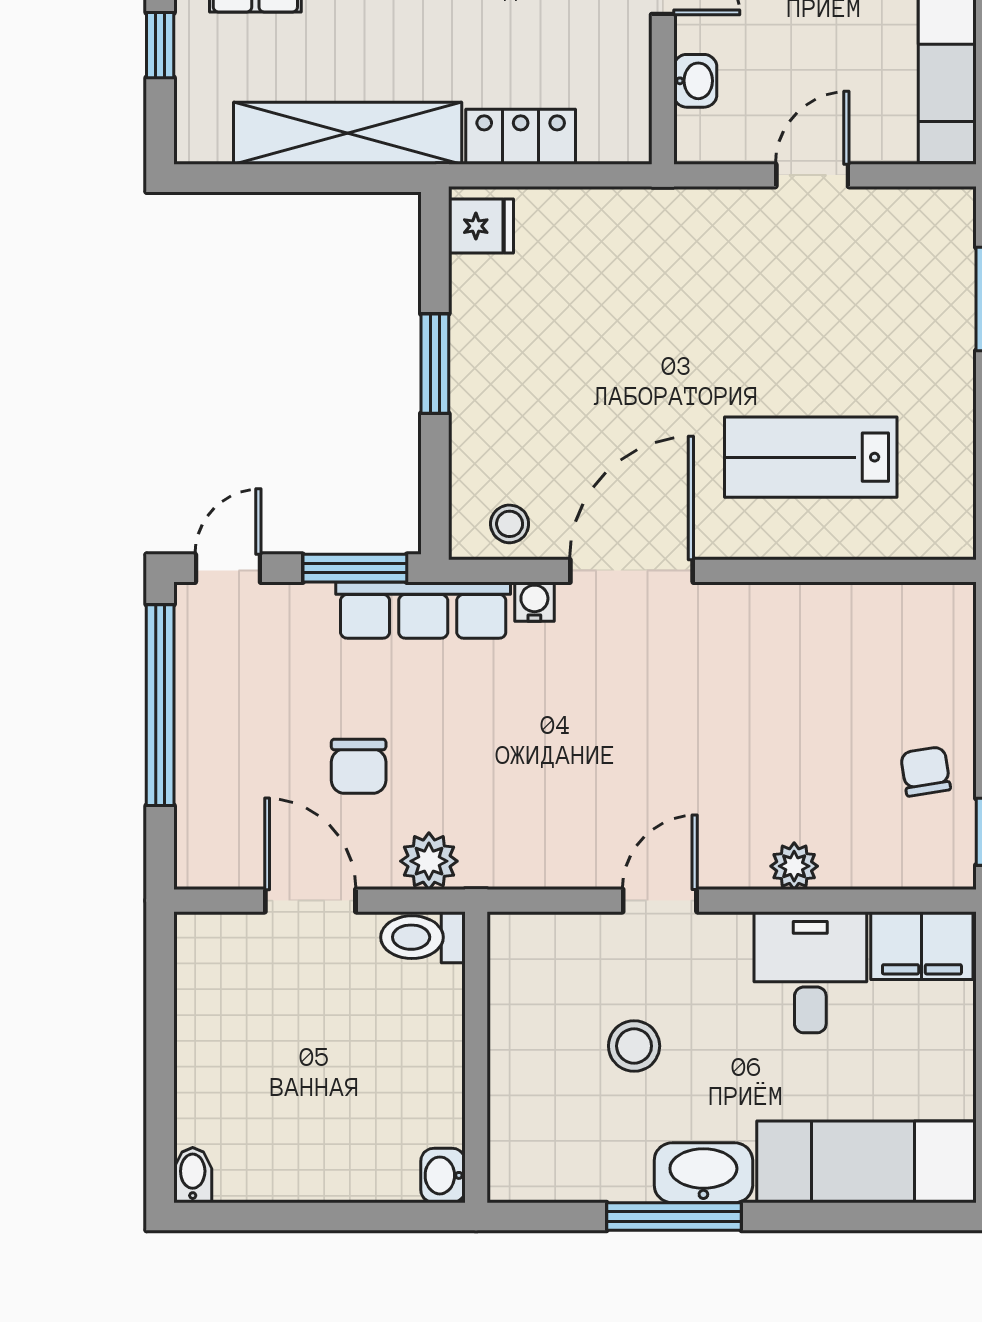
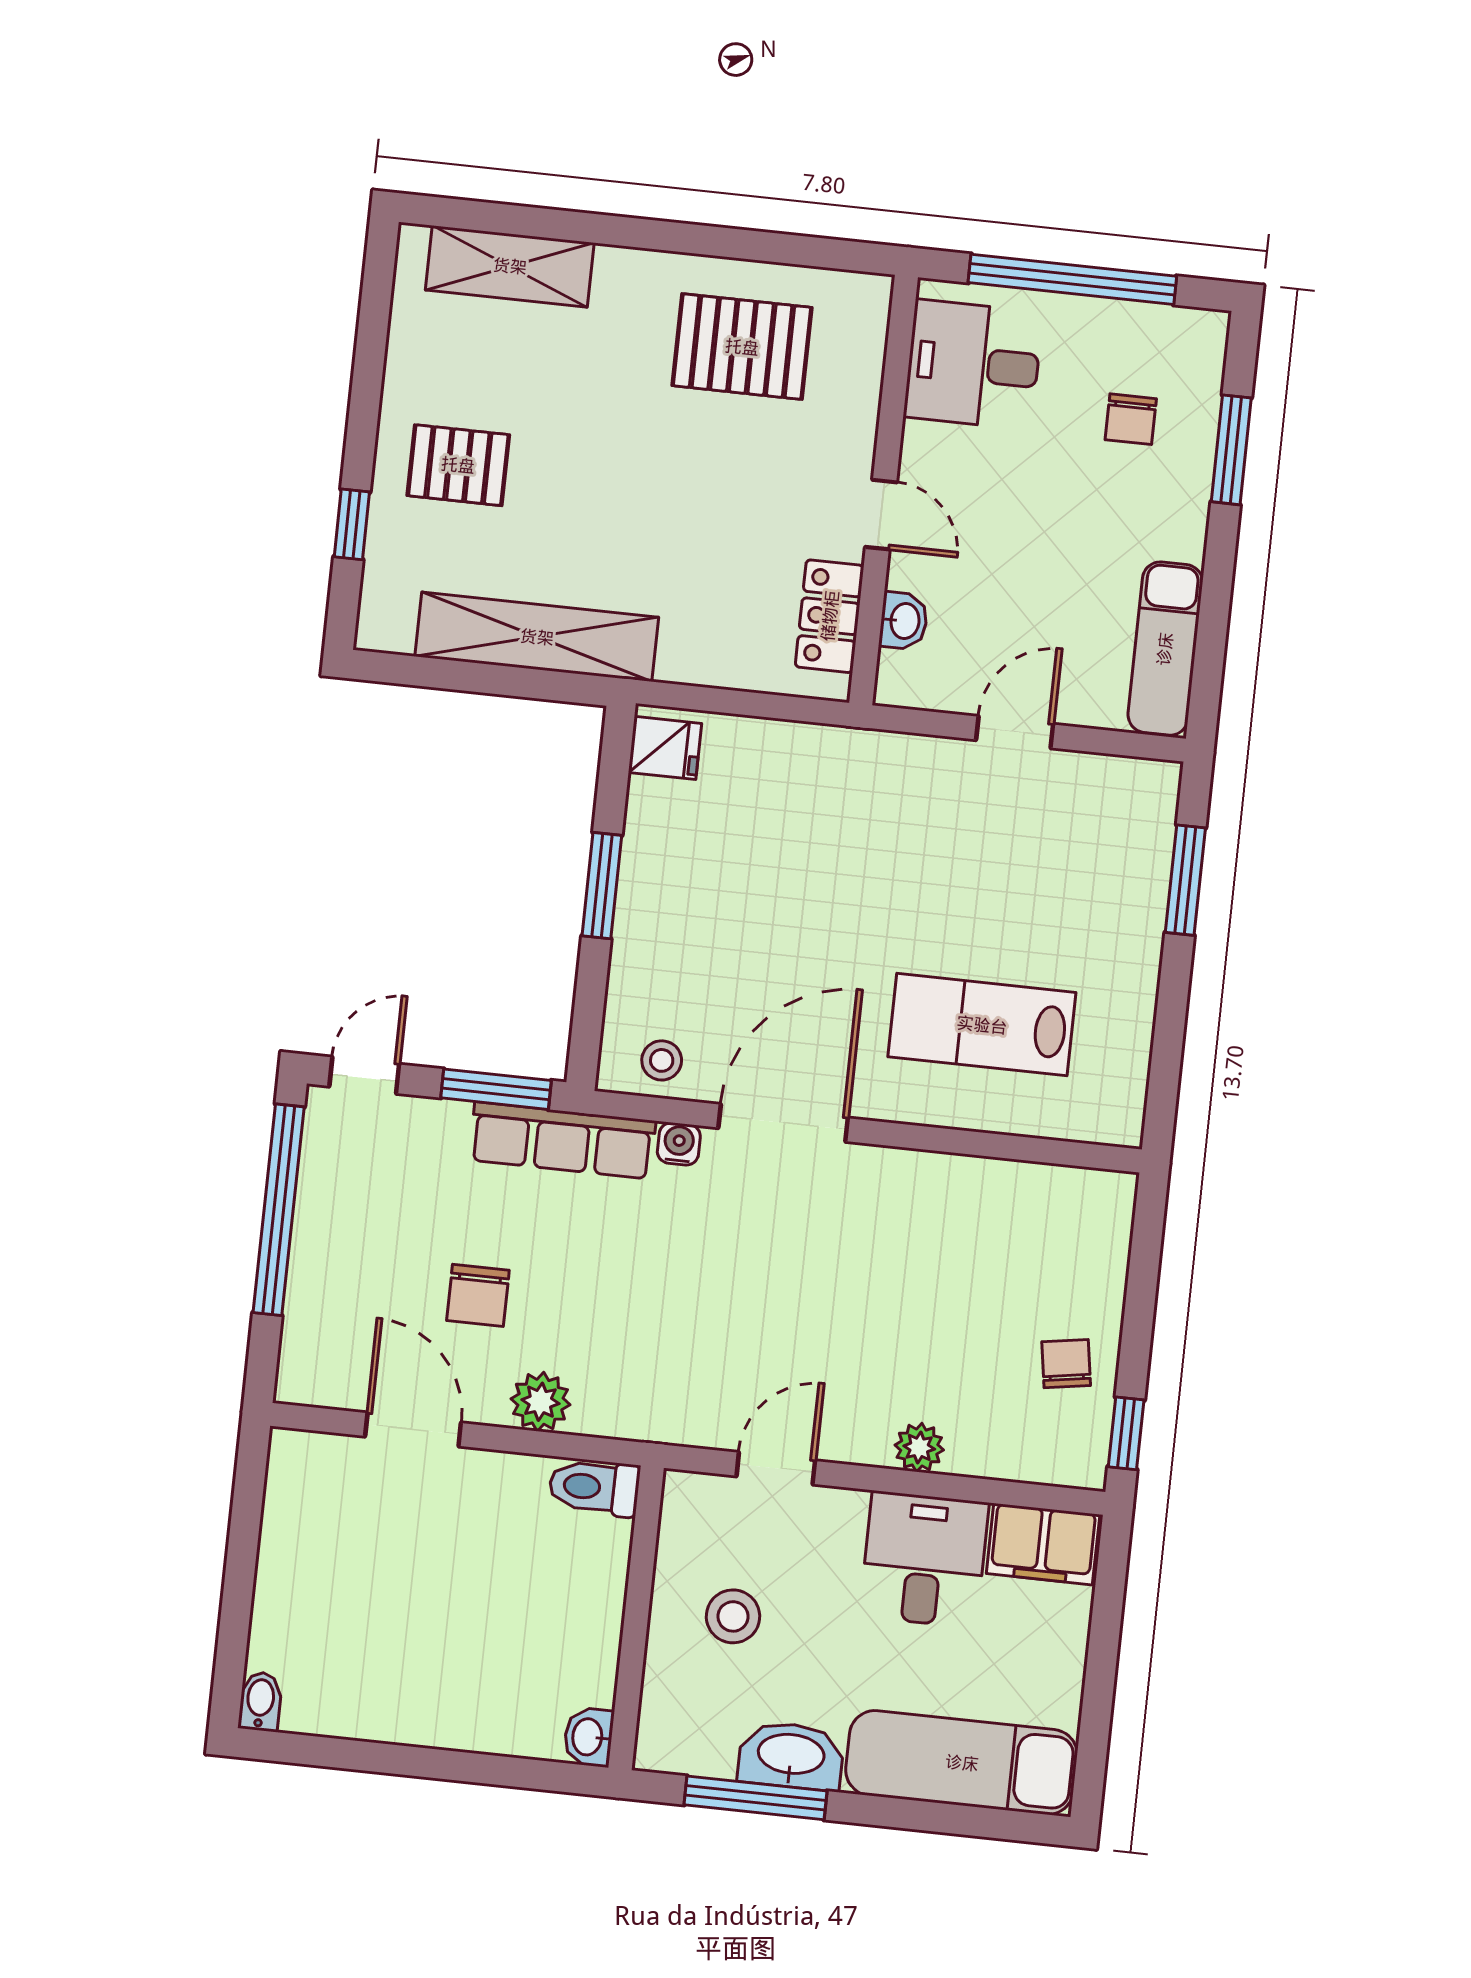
locker: (521, 137) -> (830, 616), moved, turned -90
toilet: (423, 937) -> (594, 1487), moved
wall: (476, 1057) -> (636, 1618), moved
washbasin: (443, 1175) -> (589, 1737), moved

